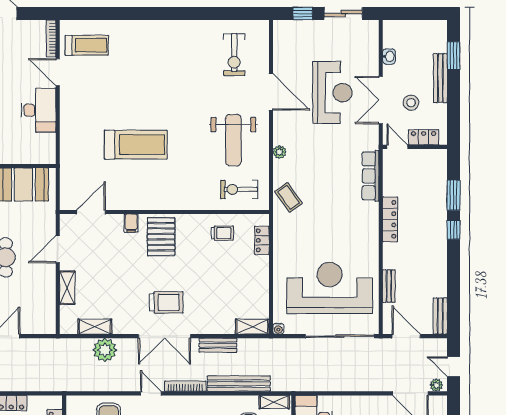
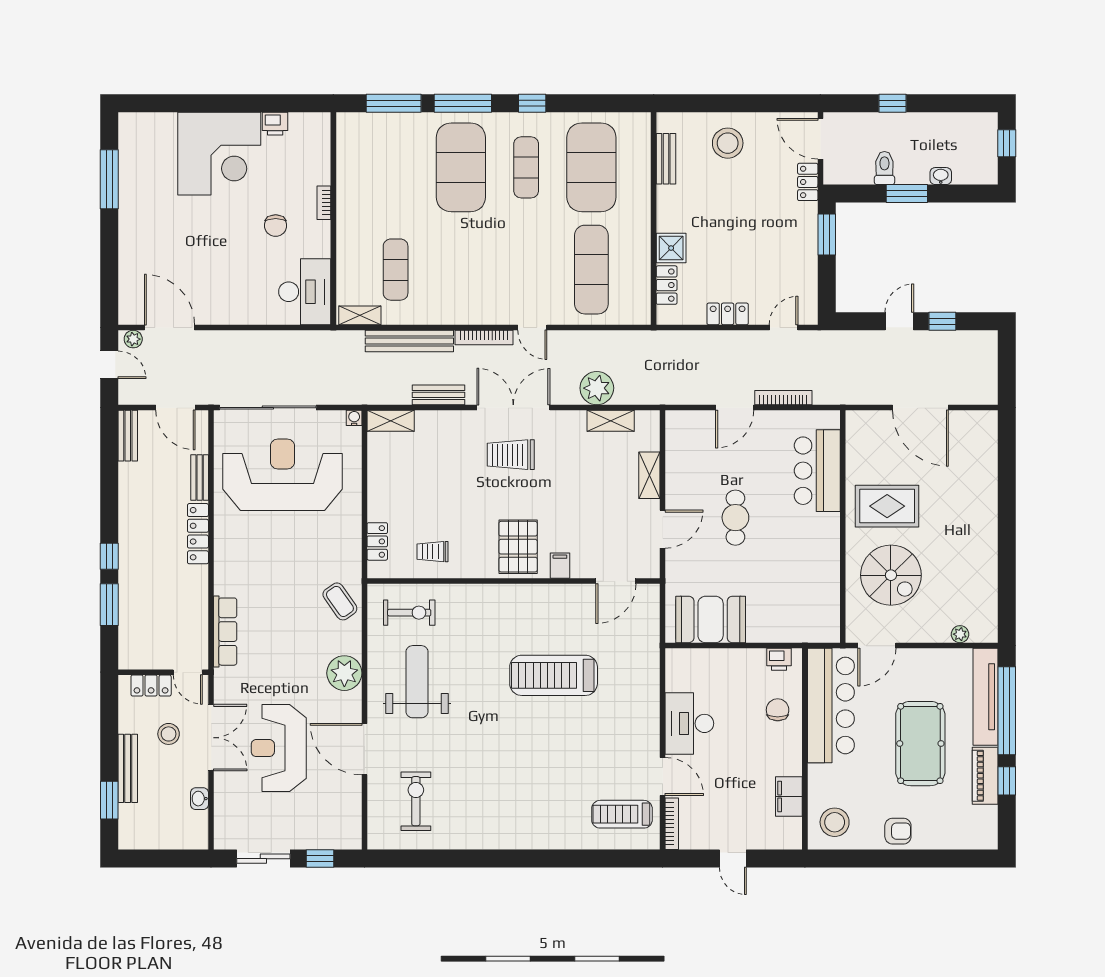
plant: (279, 152) -> (344, 673), width x1.88, depth x1.88
locker: (390, 219) -> (198, 534), moved
reception desk: (330, 288) -> (282, 475), turned 180

